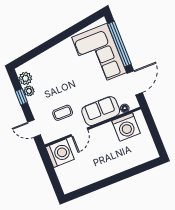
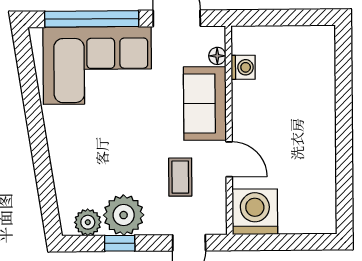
plant: (29, 91) -> (124, 215), width x1.87, depth x1.87
washing machine: (126, 127) -> (243, 67), width x0.53, depth x0.53

